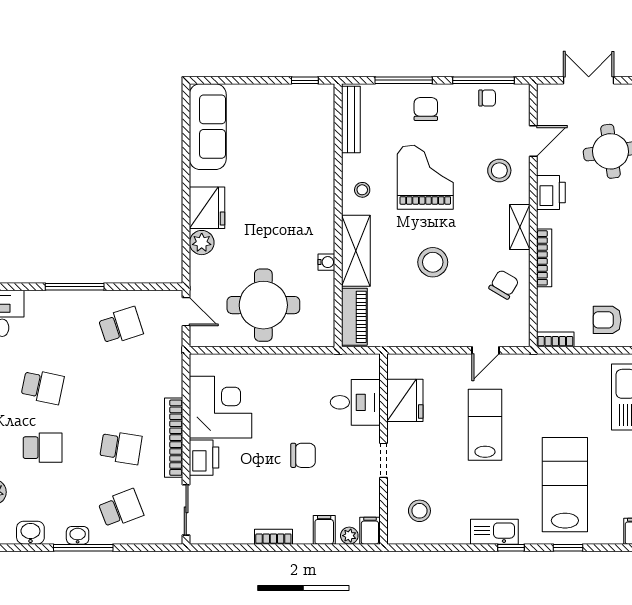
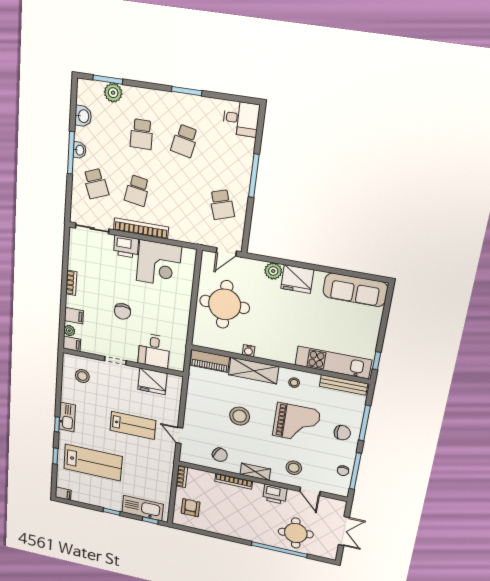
kitchen unit: (320, 139) -> (333, 362), added

